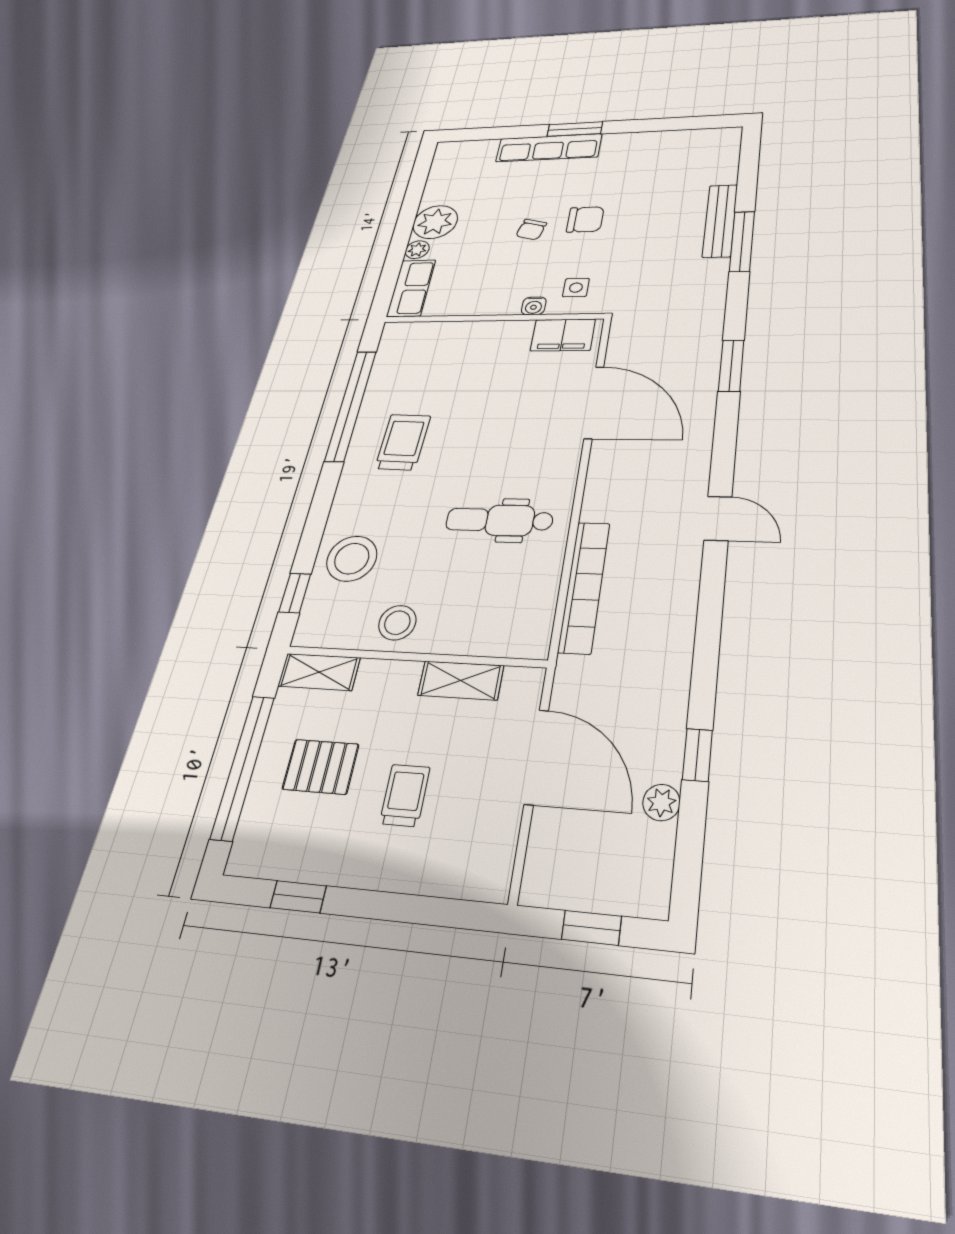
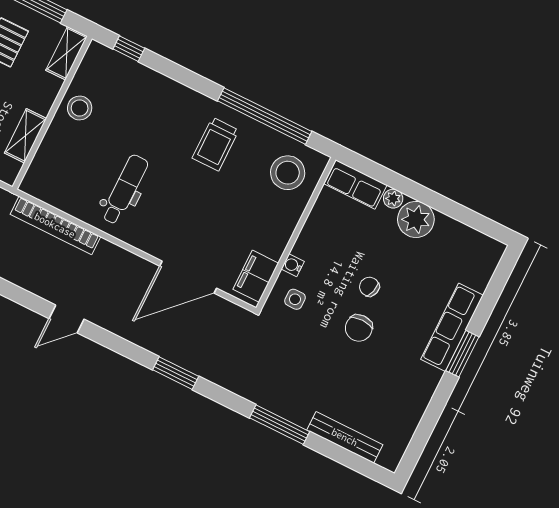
bench: (720, 221) -> (345, 437), moved
trolley: (403, 442) -> (215, 144), turned 88
stool: (352, 559) -> (288, 173), moved

